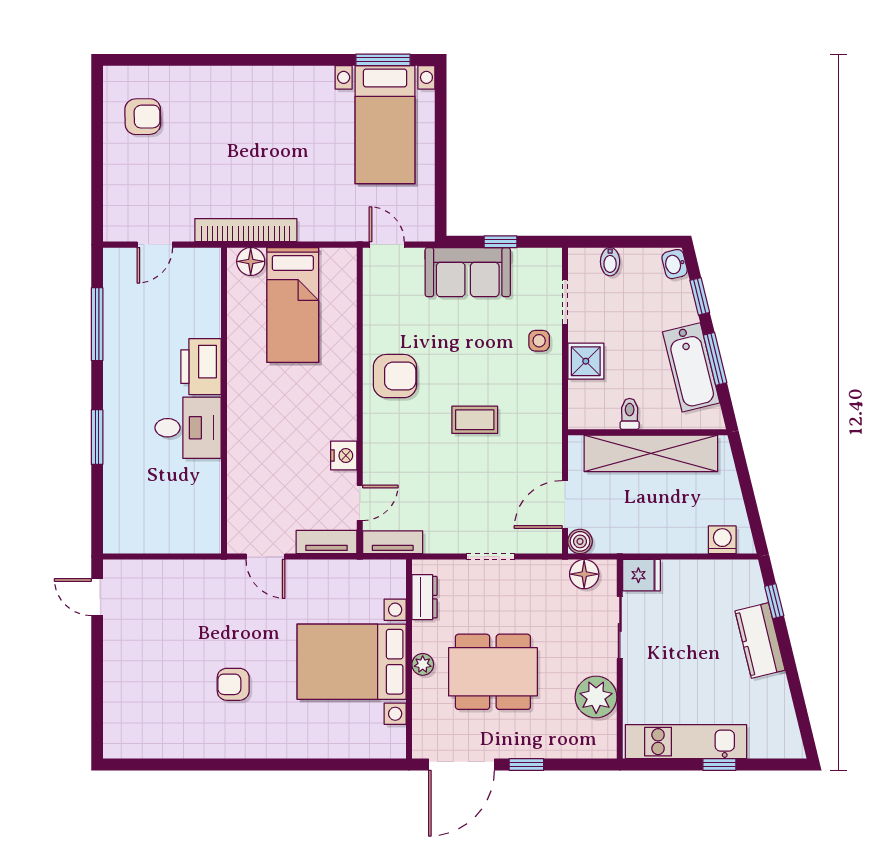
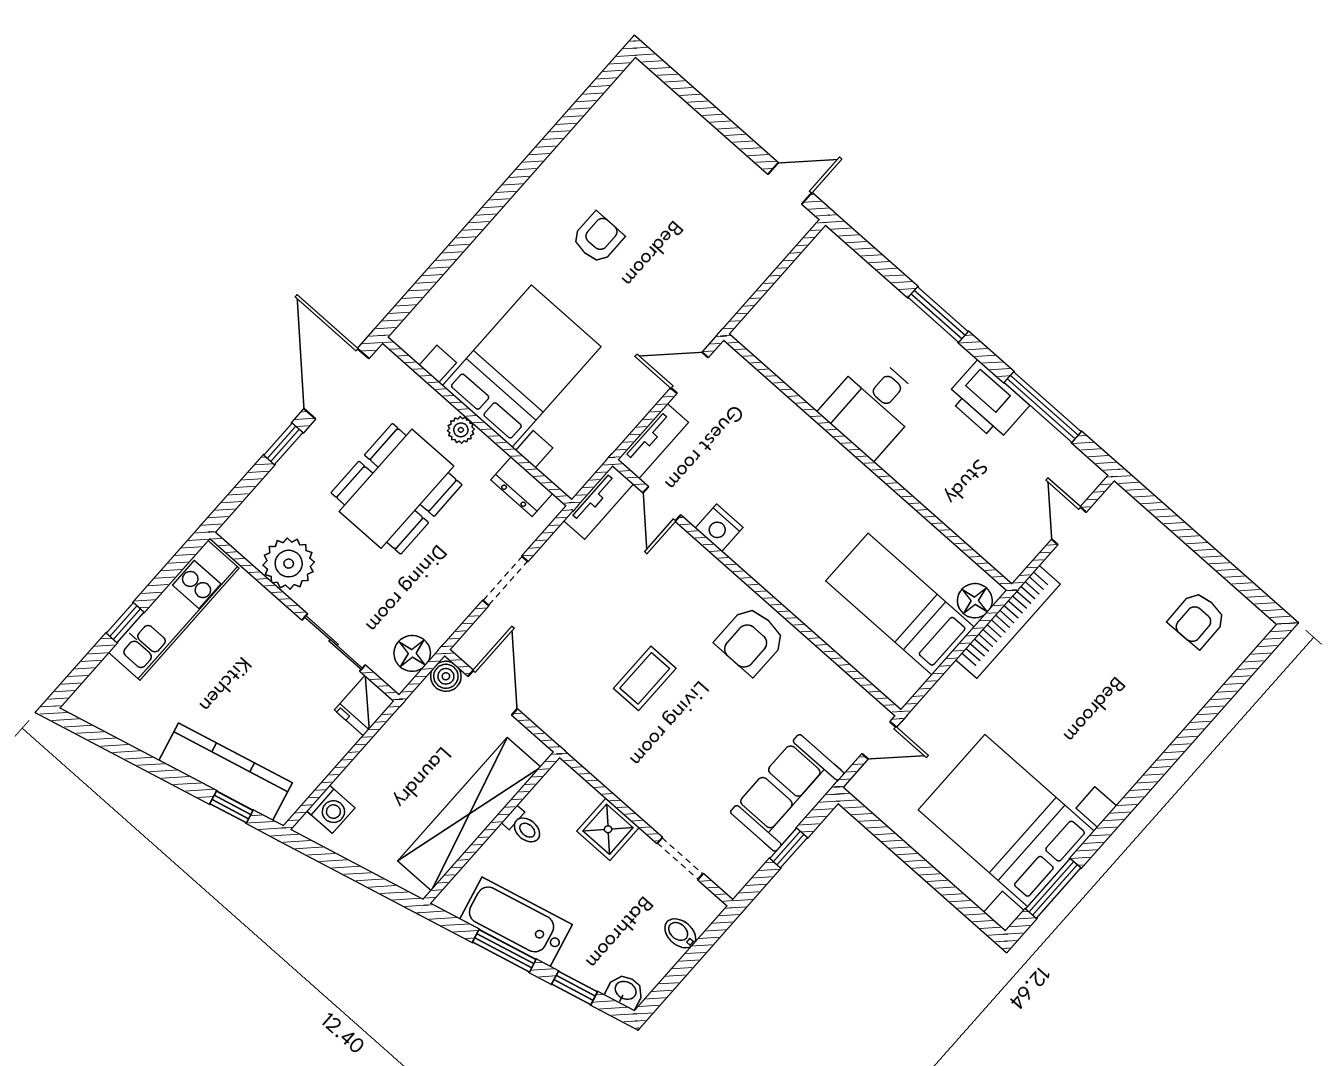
bed with nightstands: (385, 125) -> (1006, 820), width x1.36
side table: (539, 341) -> (665, 803), removed
printer: (201, 367) -> (987, 401), moved, turned 180
kitchen counter: (760, 641) -> (226, 772), width x1.50

